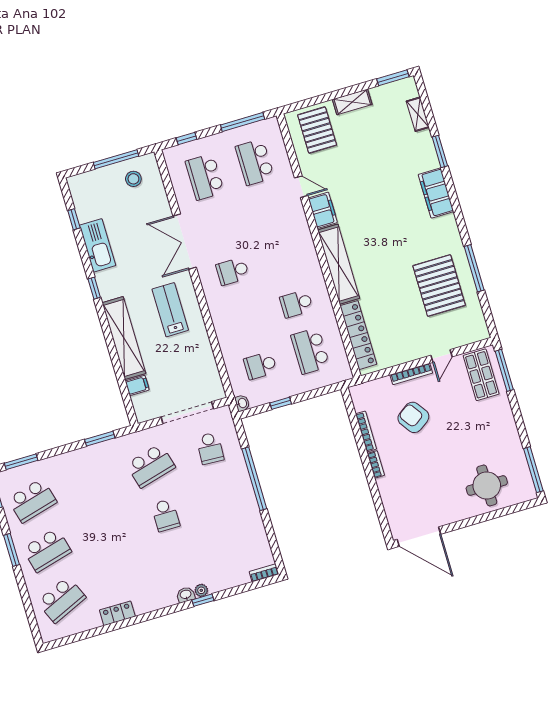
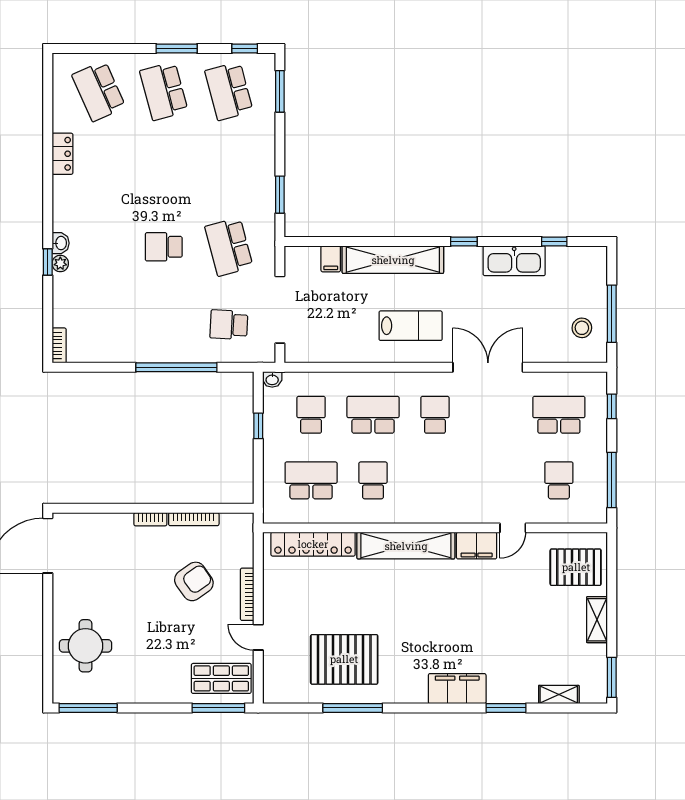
school desk: (255, 162) -> (559, 480), width x0.54
school desk: (246, 318) -> (373, 415), added

